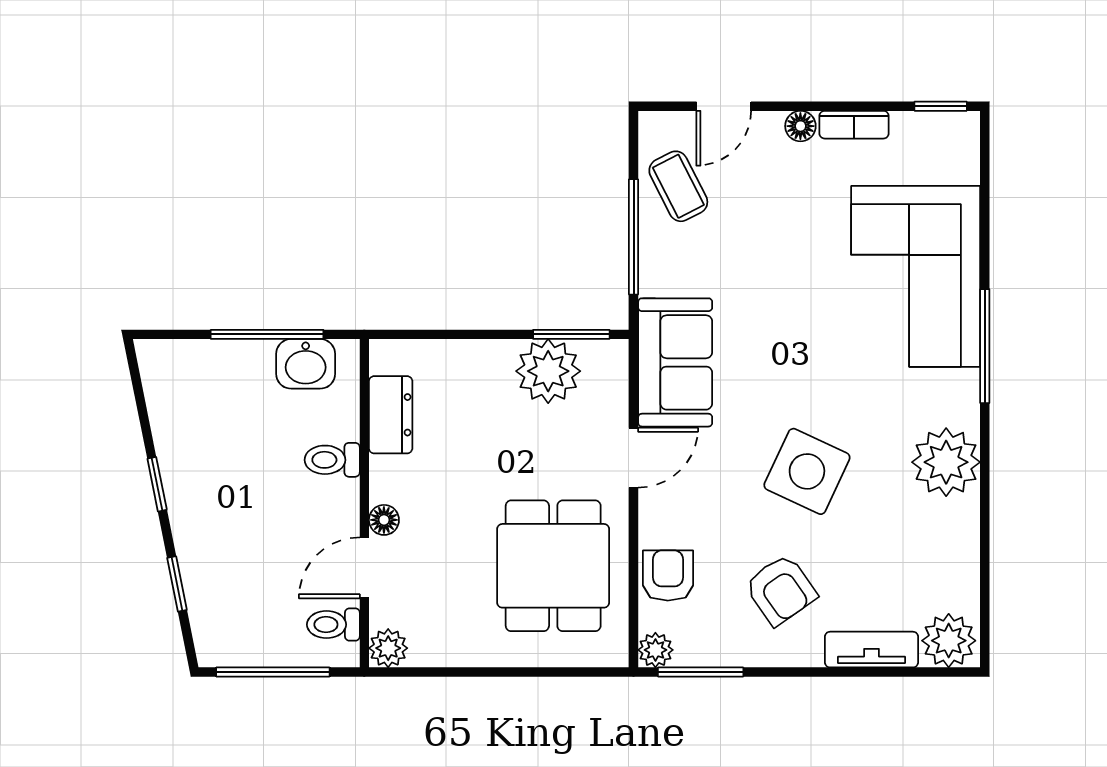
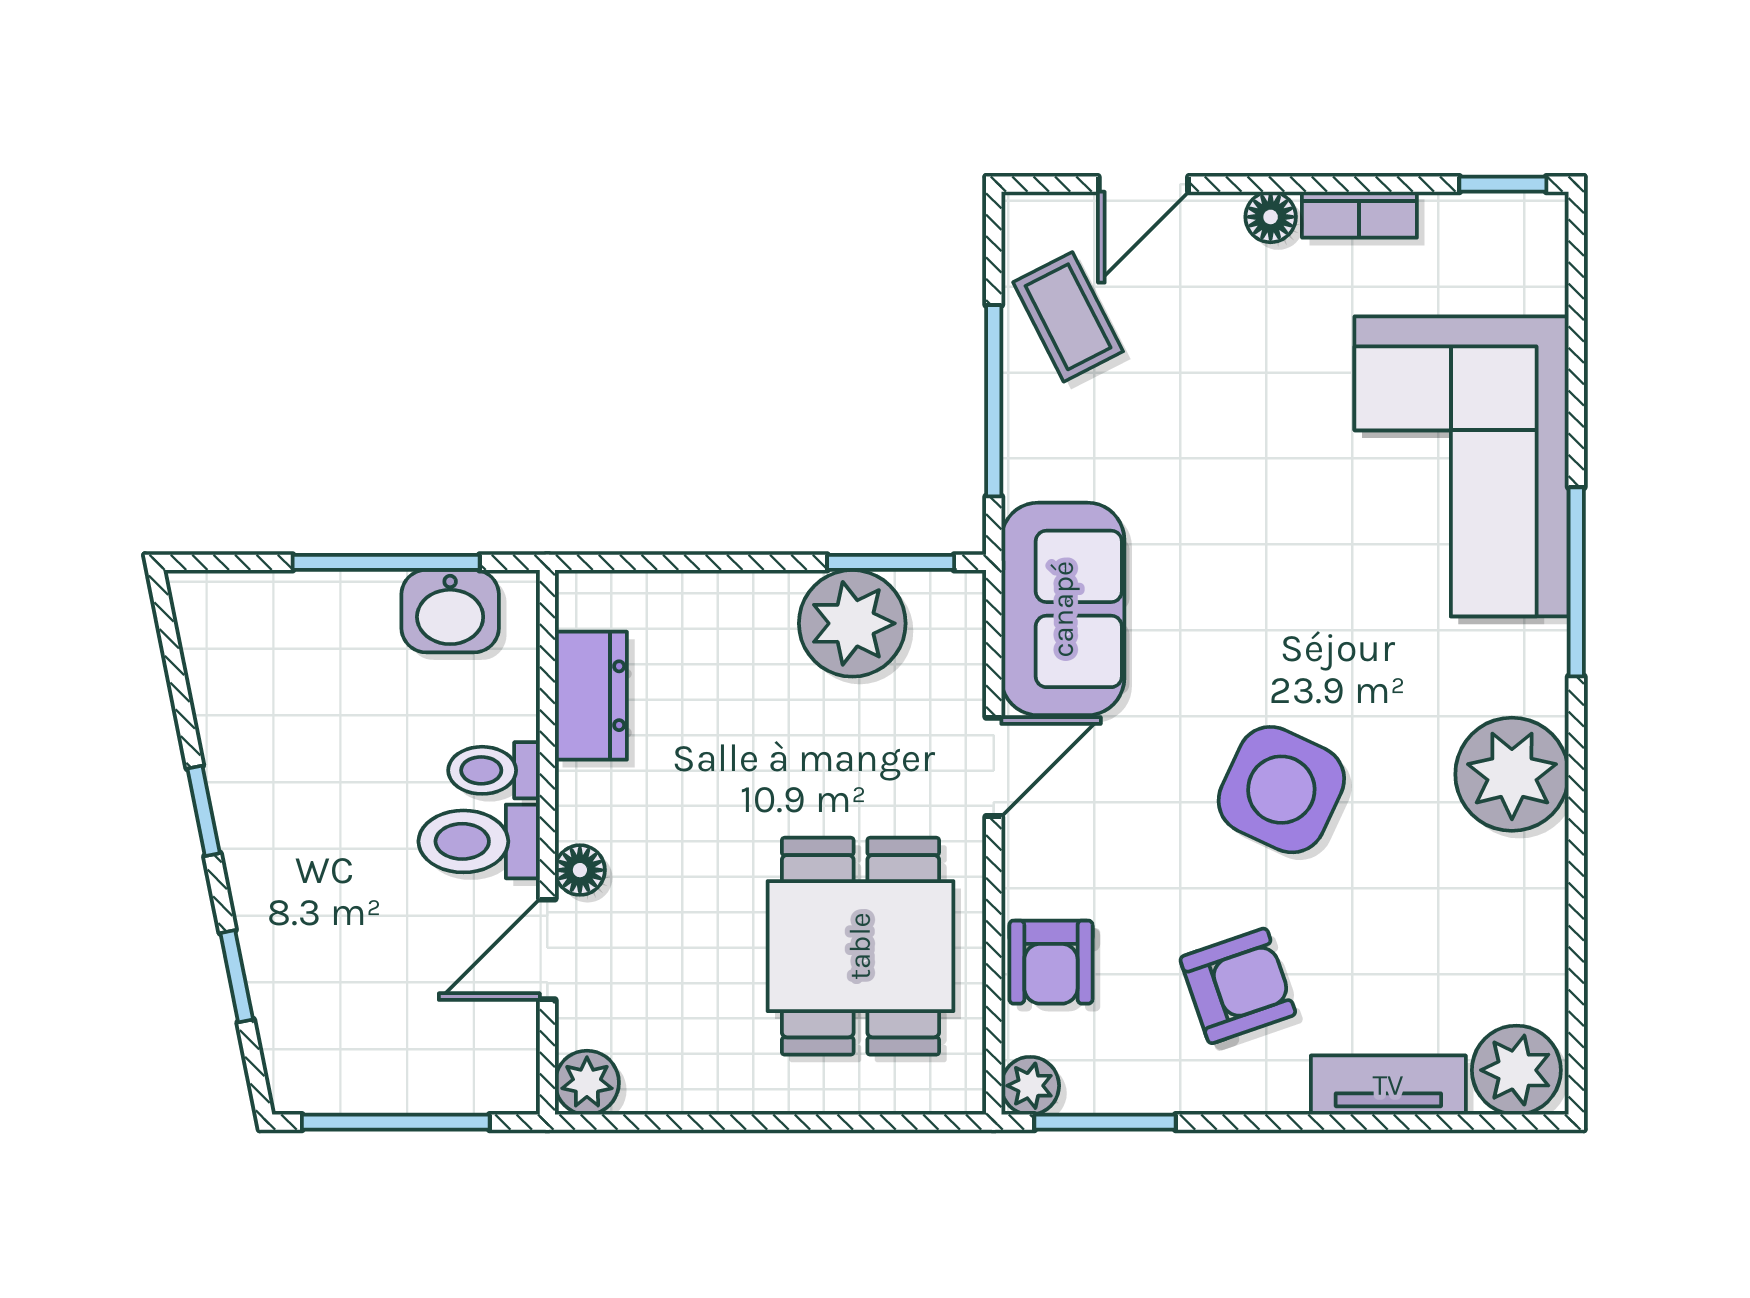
armchair: (668, 575) -> (1051, 962), turned 180
armchair: (781, 590) -> (1238, 986), turned -74
toilet: (333, 625) -> (479, 841), moved, width x1.37, depth x1.39

